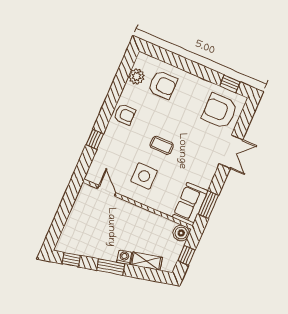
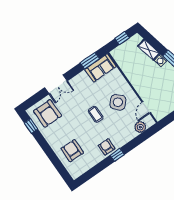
plant: (137, 76) -> (140, 127), moved
window: (95, 139) -> (117, 155), moved
double door: (231, 152) -> (56, 84), swing flipped
side table: (144, 176) -> (118, 102), turned 45
boiler: (181, 233) -> (117, 54), removed

